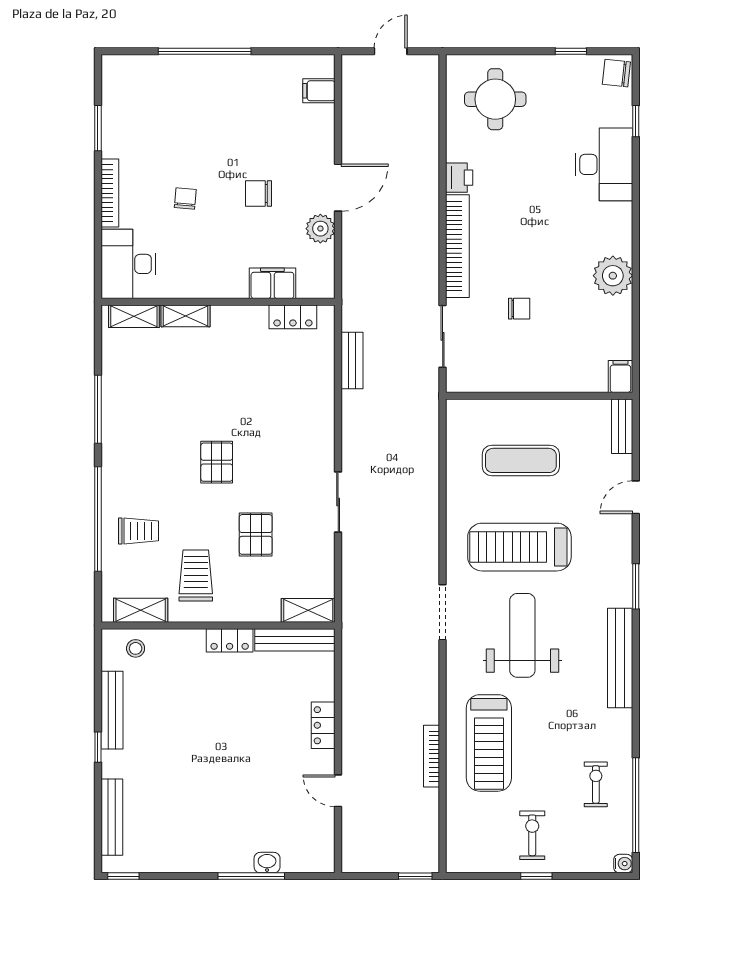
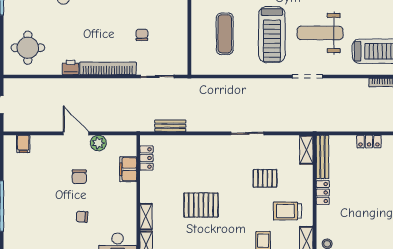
pallet: (217, 462) -> (201, 205), moved, width x1.50, depth x1.42

